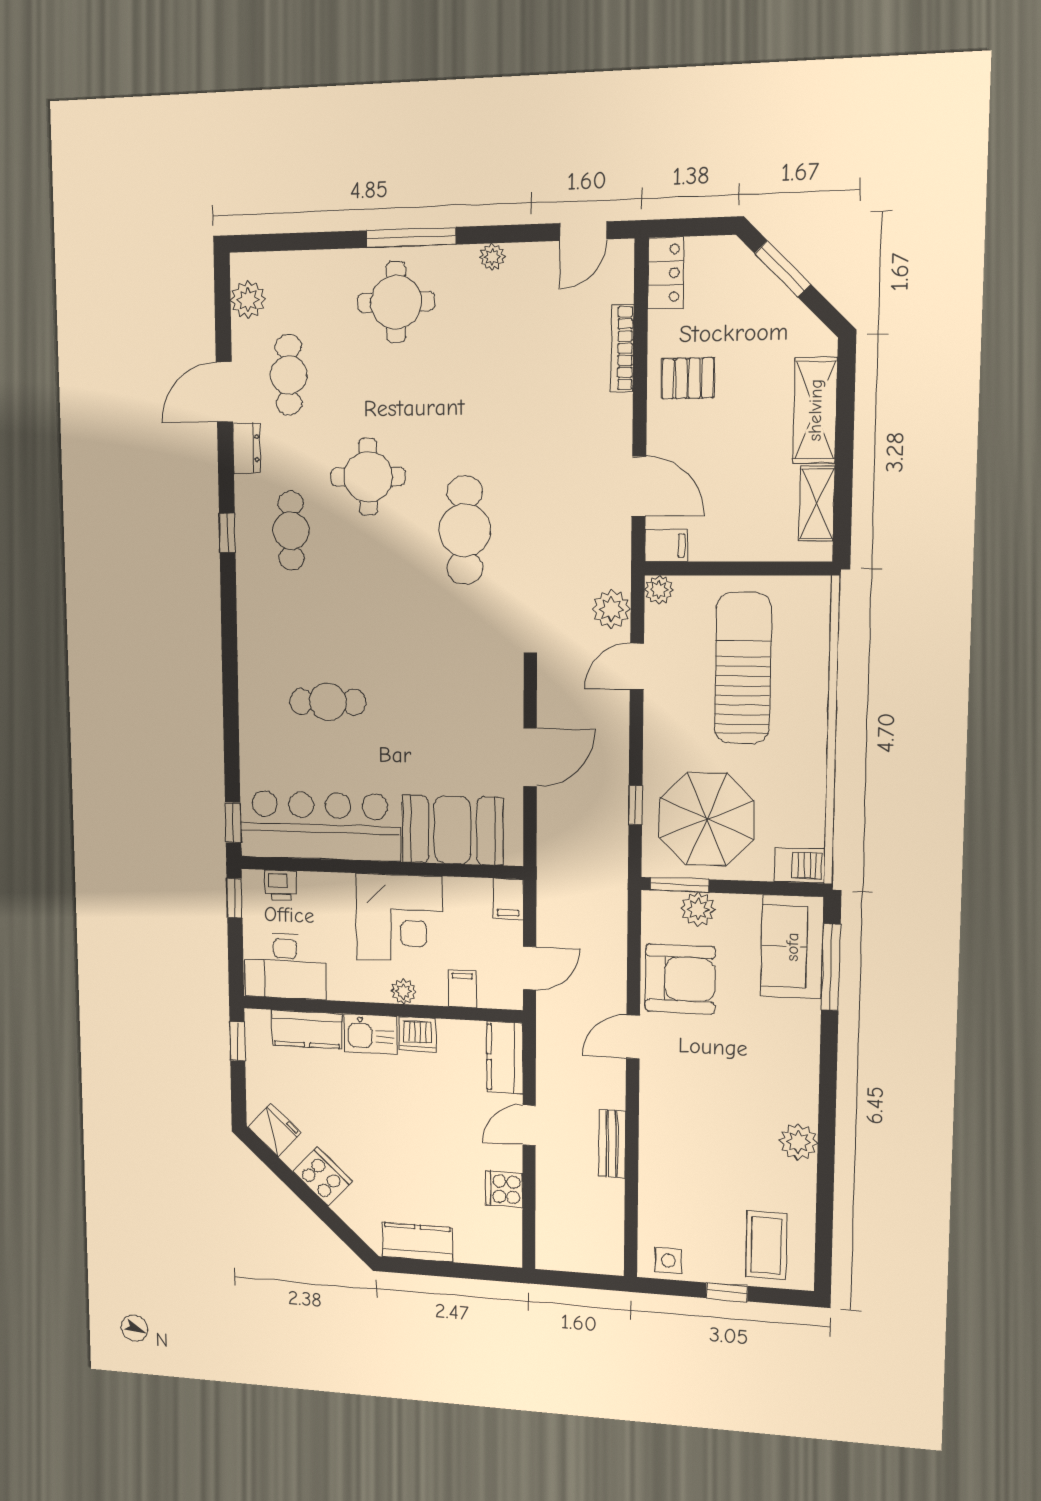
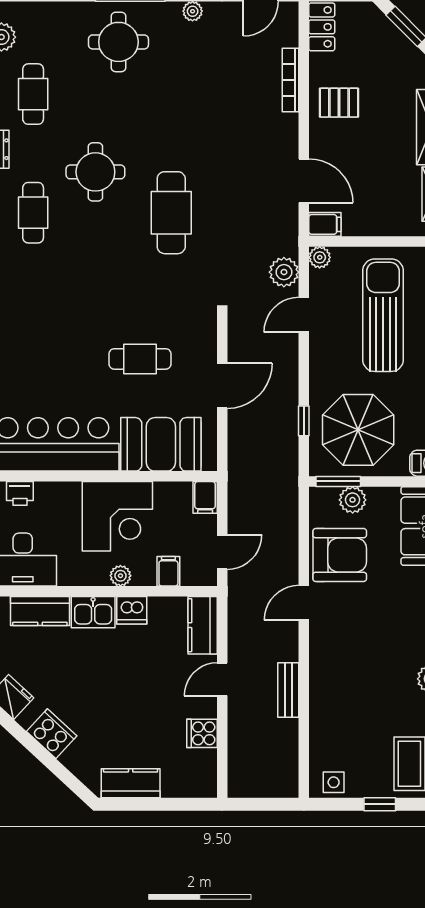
cafe table: (328, 702) -> (140, 359), moved

